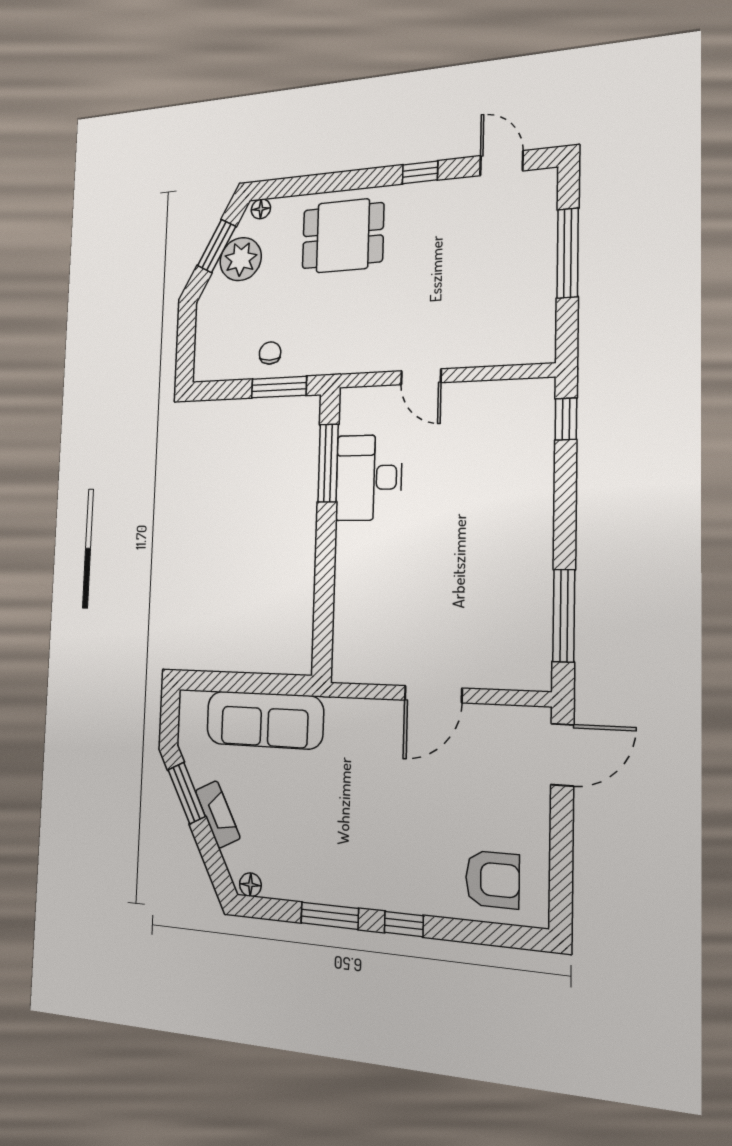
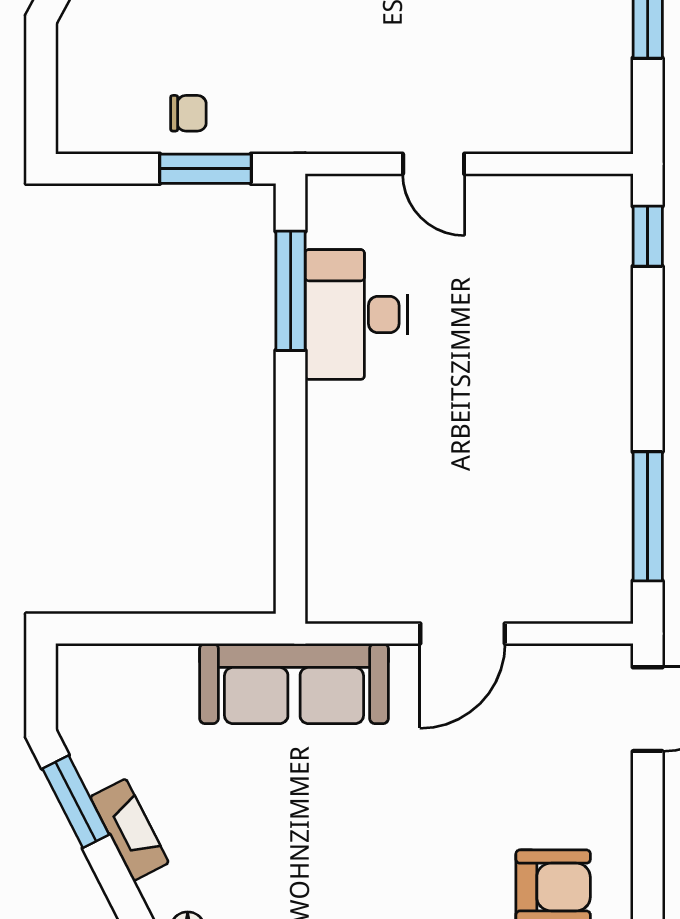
chair: (270, 353) -> (188, 113), turned 90
sofa: (265, 720) -> (294, 683), moved

